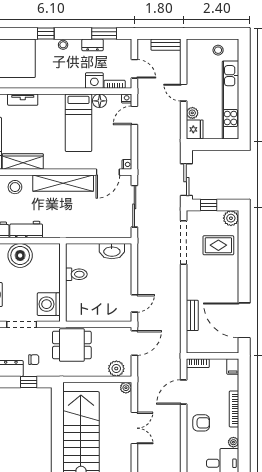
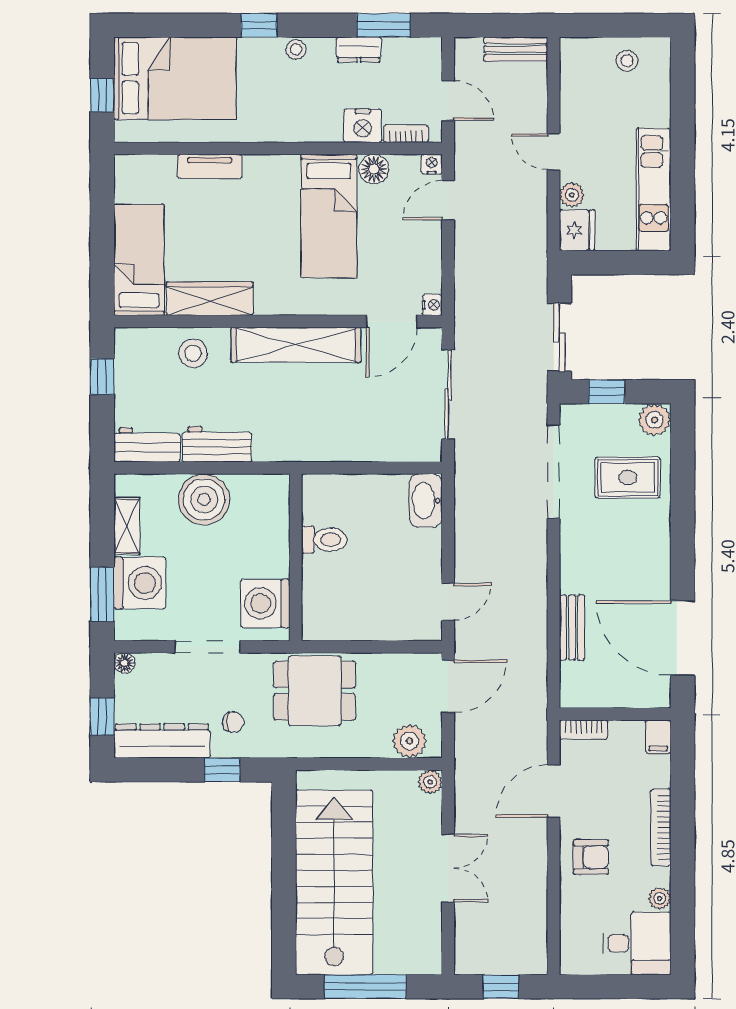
kitchen unit: (230, 100) -> (654, 190), width x0.73
washbasin: (112, 251) -> (426, 501), moved, turned 90

